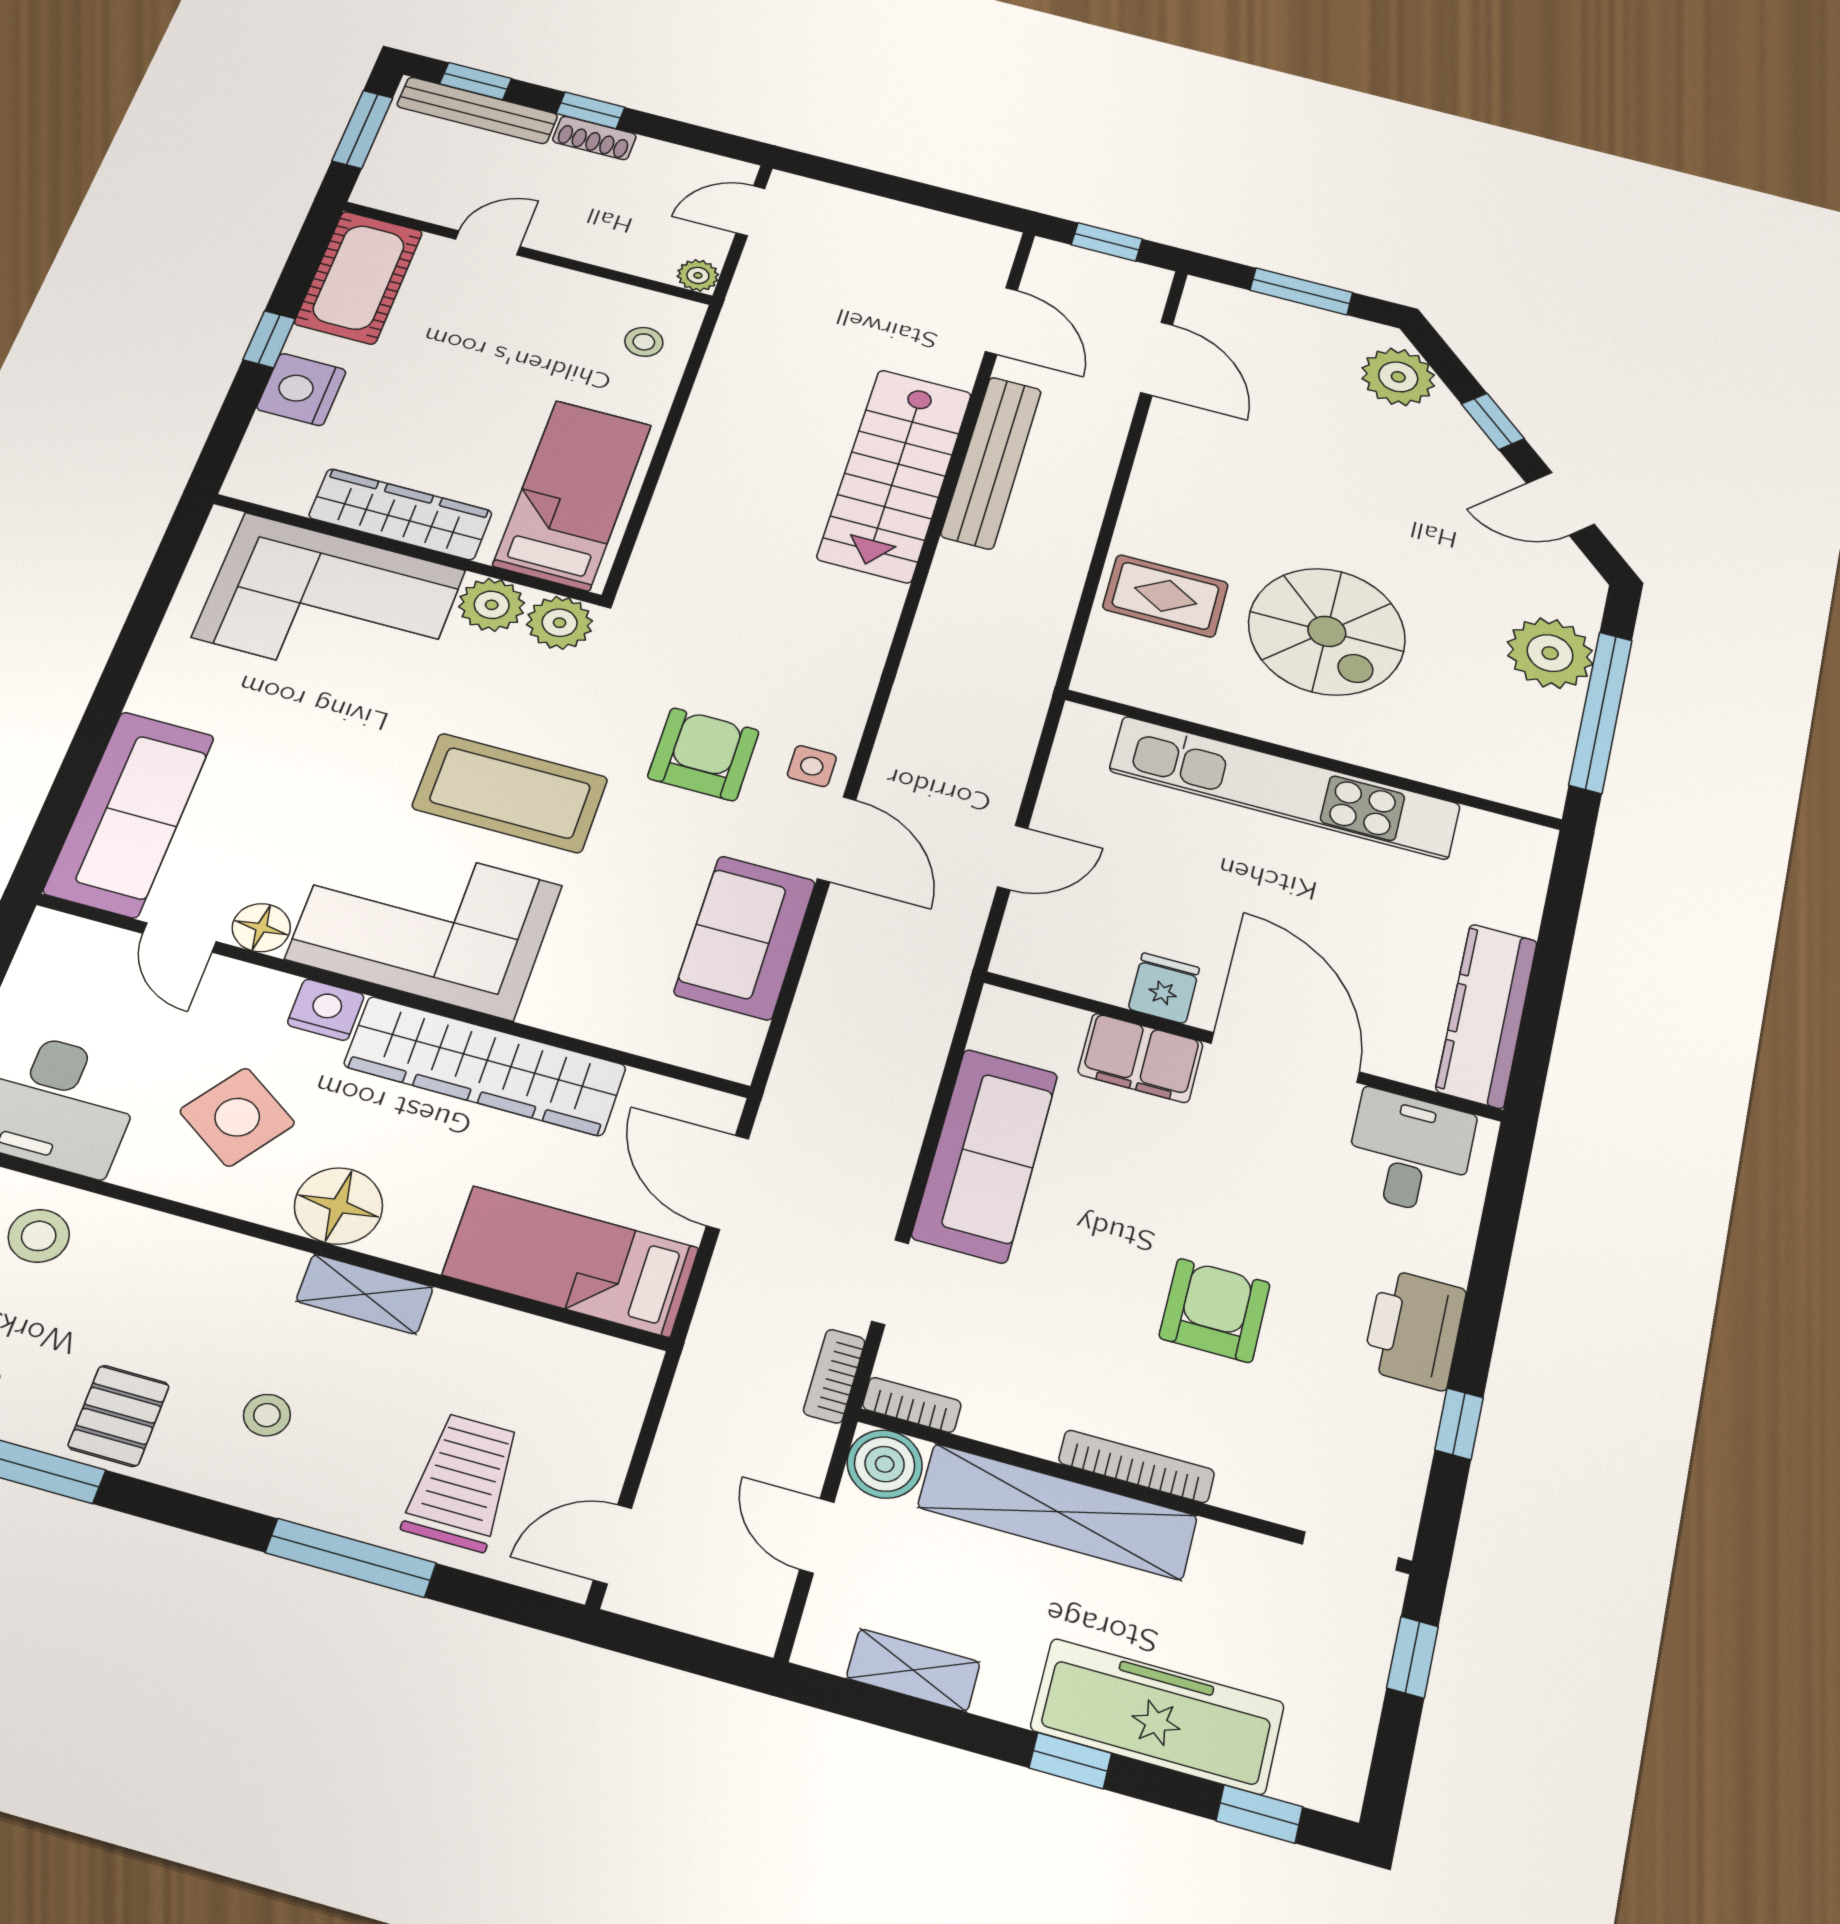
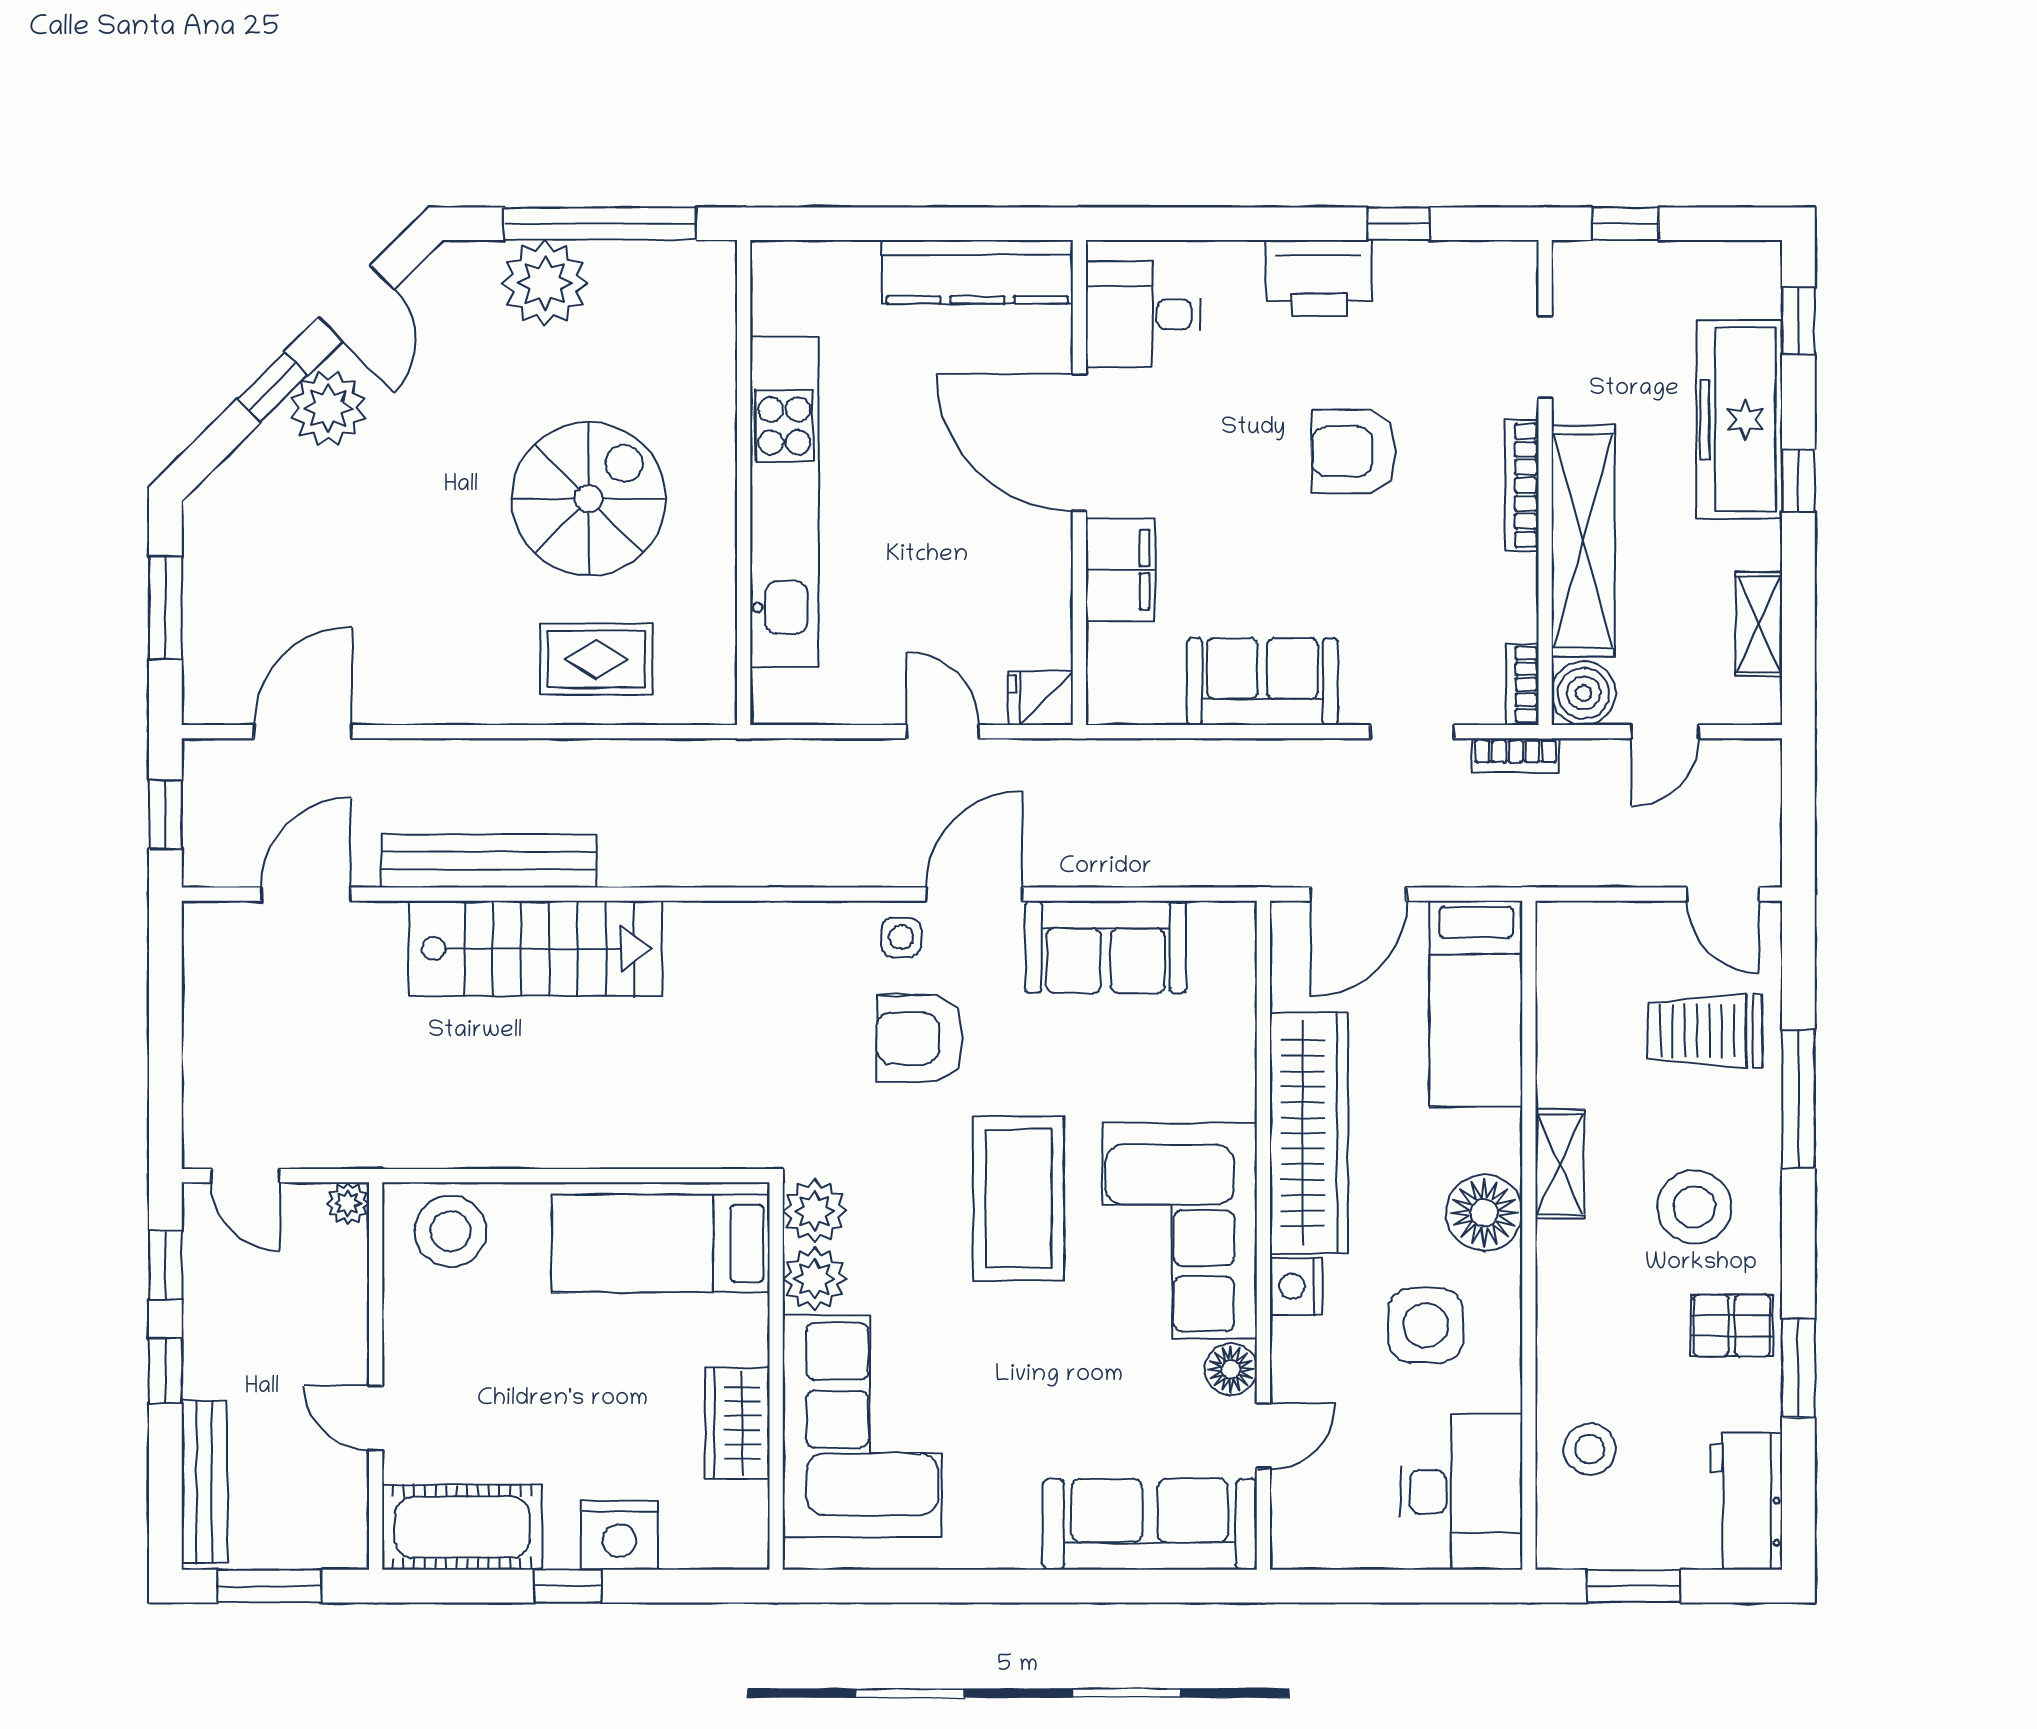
window: (476, 81) -> (165, 1265), moved
shoe rack: (594, 138) -> (201, 1356), removed
stool: (644, 342) -> (450, 1231), width x1.89, depth x1.89
plant: (1398, 377) -> (328, 408), moved
wardrobe: (400, 514) -> (737, 1423), width x0.67
rug: (1165, 596) -> (596, 659), turned 90
fridge: (1164, 988) -> (1041, 698), moved
door: (1285, 1058) -> (1079, 443), hinge flipped
side table: (237, 1117) -> (1426, 1325), turned -35
sofa: (985, 1155) -> (1262, 682), width x0.73
stool: (267, 1415) -> (1694, 1207), width x1.89, depth x1.89
doorway: (1350, 1551) -> (1545, 357), moved

